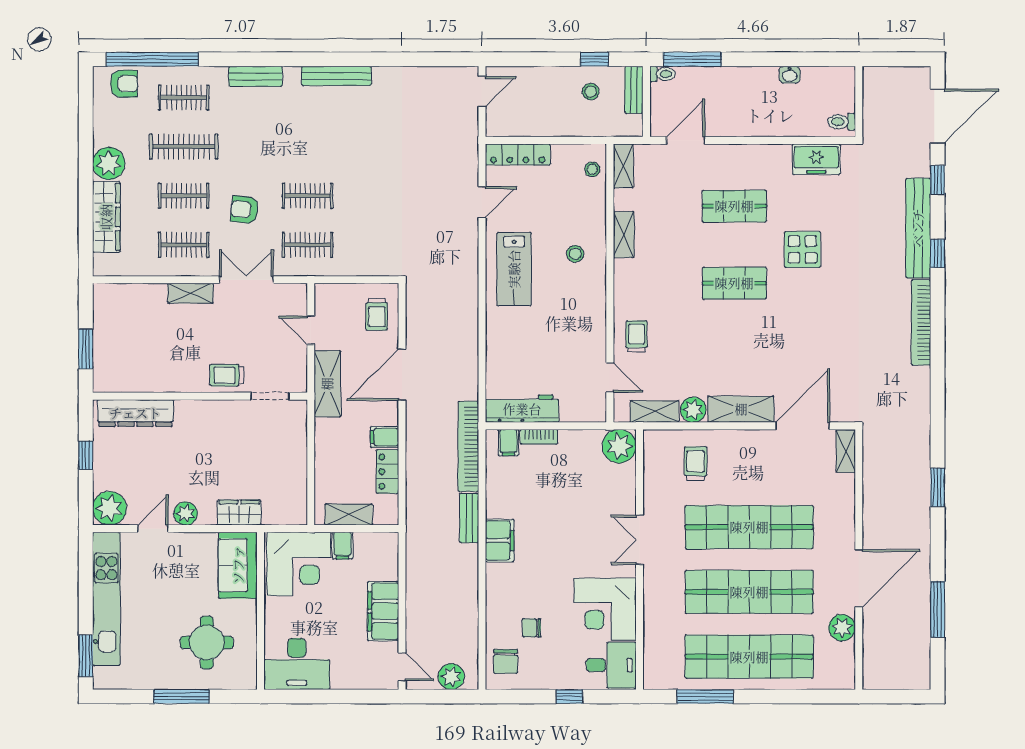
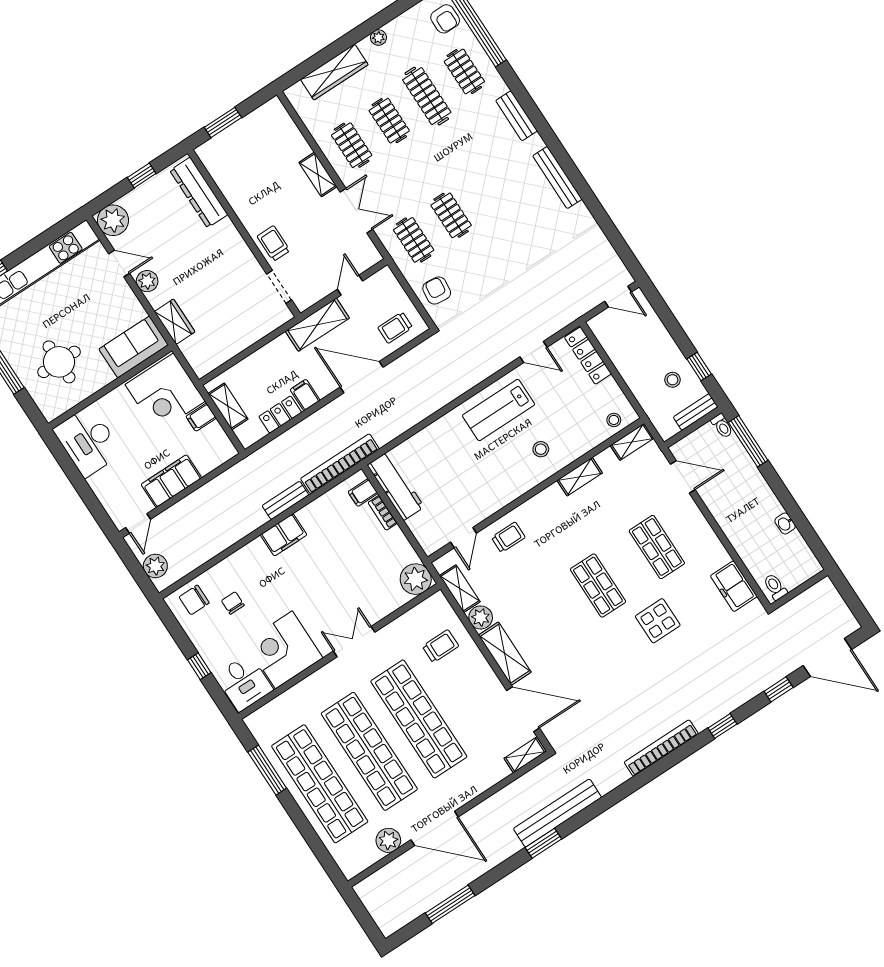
plant: (109, 163) -> (378, 38), width x0.53, depth x0.53
armchair: (245, 210) -> (437, 290), moved
bench: (918, 228) -> (557, 813), moved

